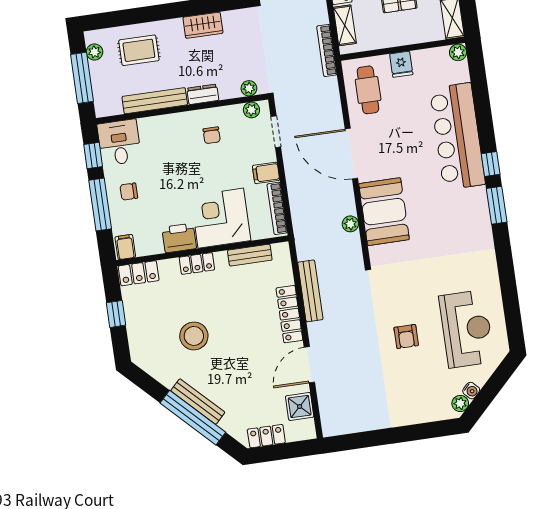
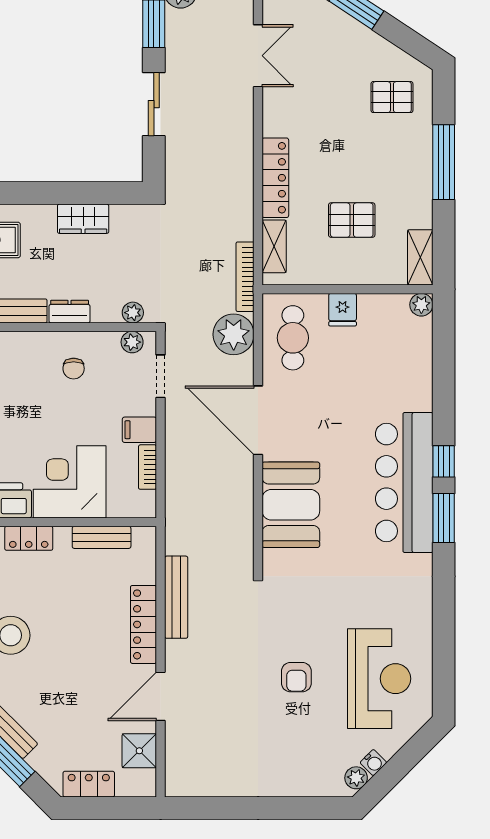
bar counter: (457, 136) -> (404, 483), moved
bookcase: (277, 208) -> (148, 467), width x0.64
plant: (350, 224) -> (234, 334), moved, width x1.88, depth x1.88

